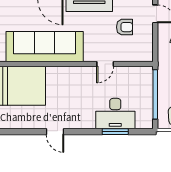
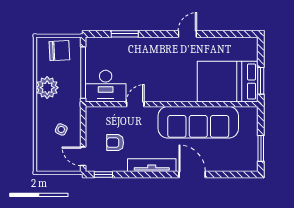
desk: (115, 114) -> (106, 86), moved, turned 180
door: (55, 132) -> (187, 34), hinge flipped

